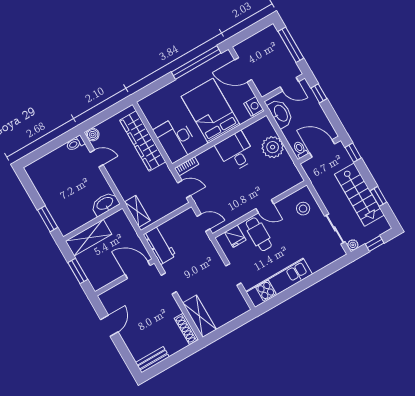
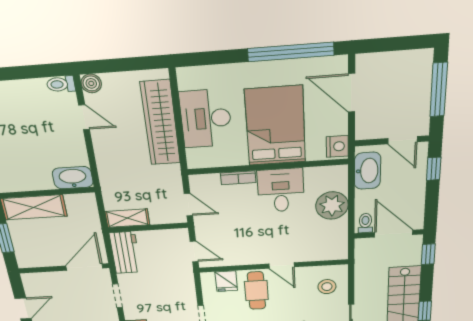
desk: (176, 139) -> (206, 119), moved
bookcase: (187, 166) -> (238, 178), moved
shelving: (137, 211) -> (127, 218), moved, turned 90
door: (138, 270) -> (84, 267), hinge flipped

